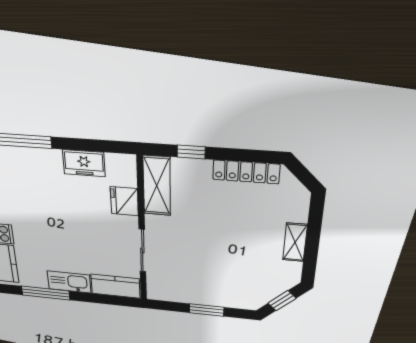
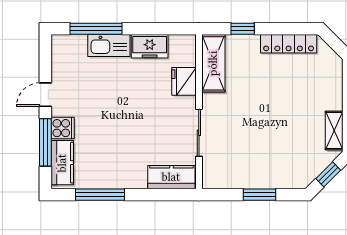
shelving: (295, 242) -> (334, 131), moved
kitchen sink: (69, 282) -> (109, 46), moved, turned 180

